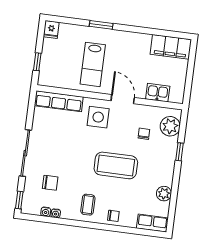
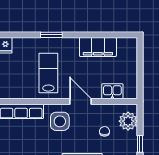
filing cabinet: (171, 47) -> (98, 47), moved
lab bench: (93, 64) -> (48, 73), turned 180

